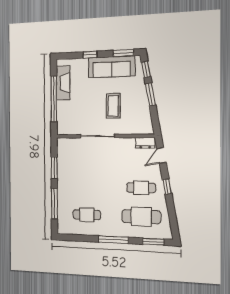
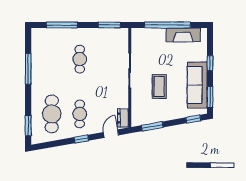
window: (151, 94) -> (152, 126), moved
coffee table: (113, 106) -> (159, 87), turned 90
door: (161, 155) -> (111, 134), hinge flipped
window: (54, 168) -> (109, 25), moved
cafe table: (87, 215) -> (80, 59), moved
window: (113, 240) -> (28, 69), moved

